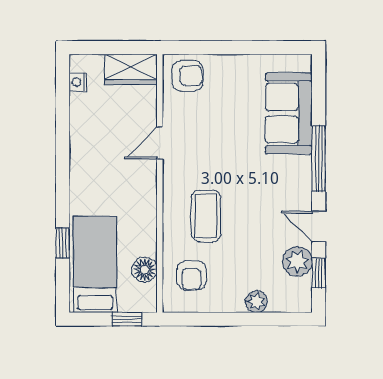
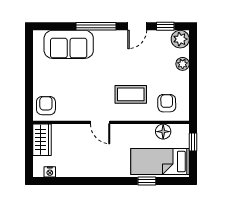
door: (160, 143) -> (100, 122), moved
plant: (297, 261) -> (180, 39), moved
armchair: (191, 276) -> (167, 103), turned -91

